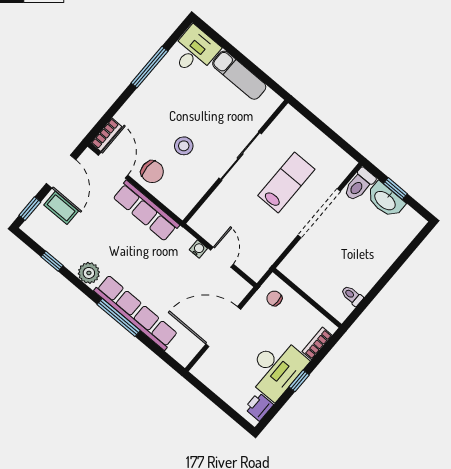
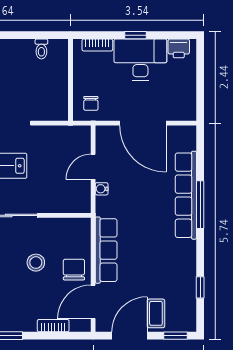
bookcase: (106, 135) -> (53, 326), moved
plant: (89, 273) -> (186, 253), removed

